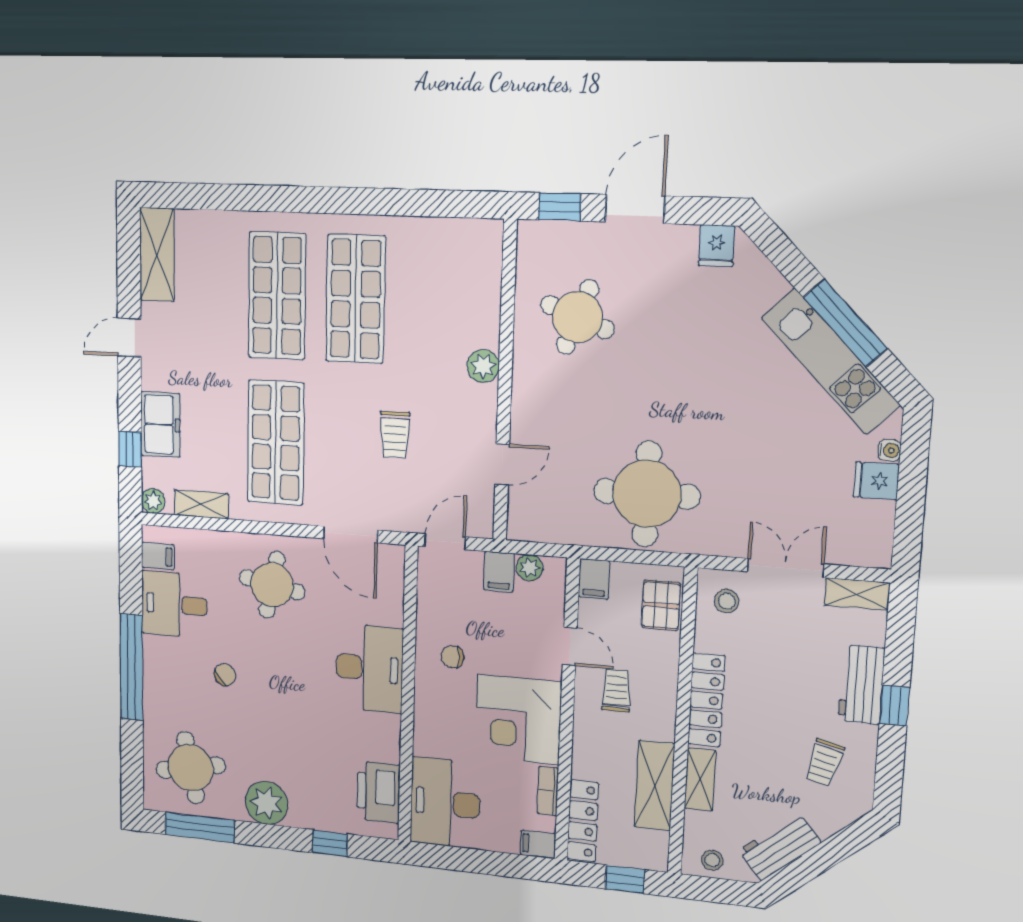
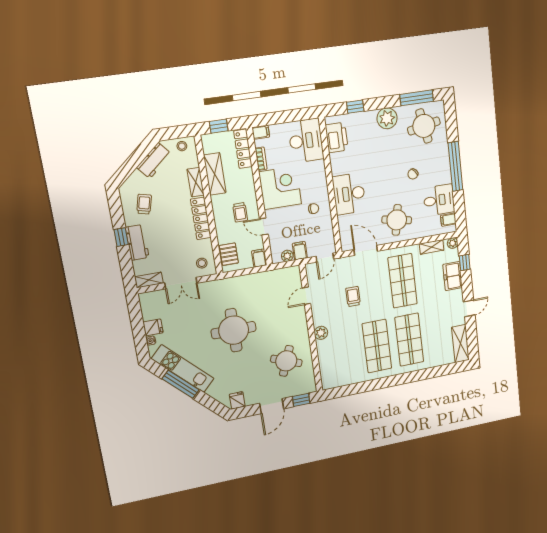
round table: (647, 494) -> (234, 330), moved

